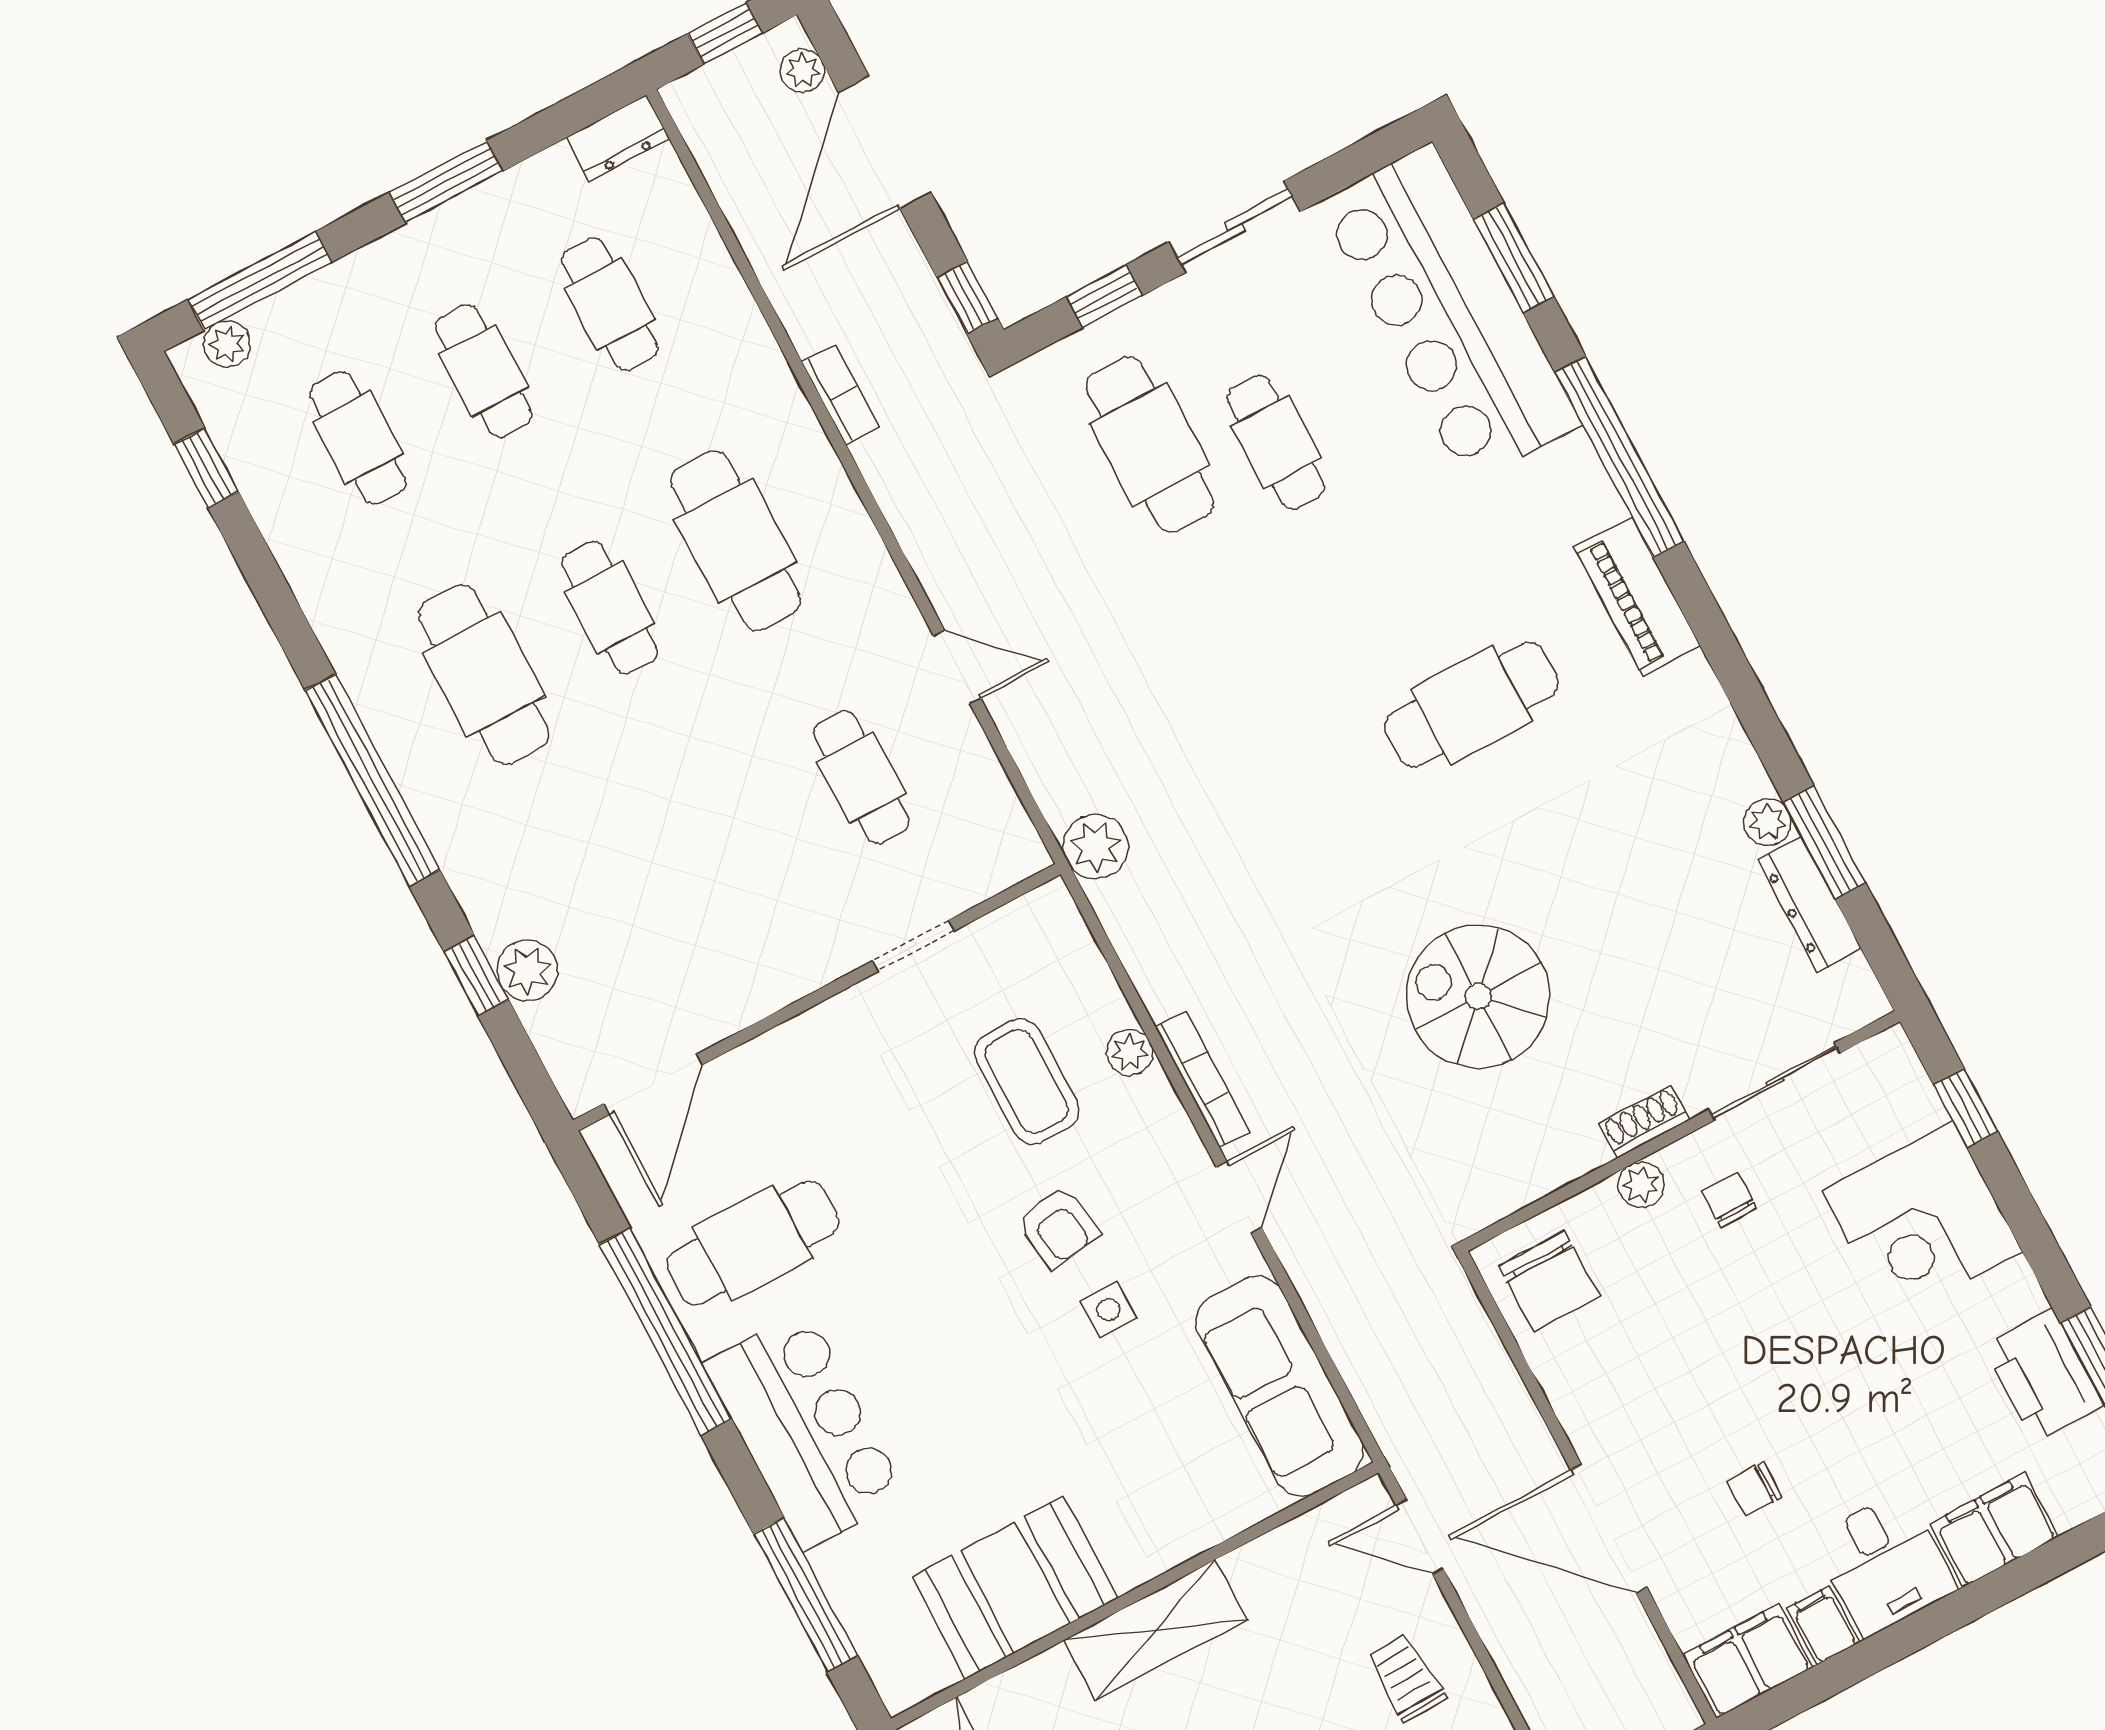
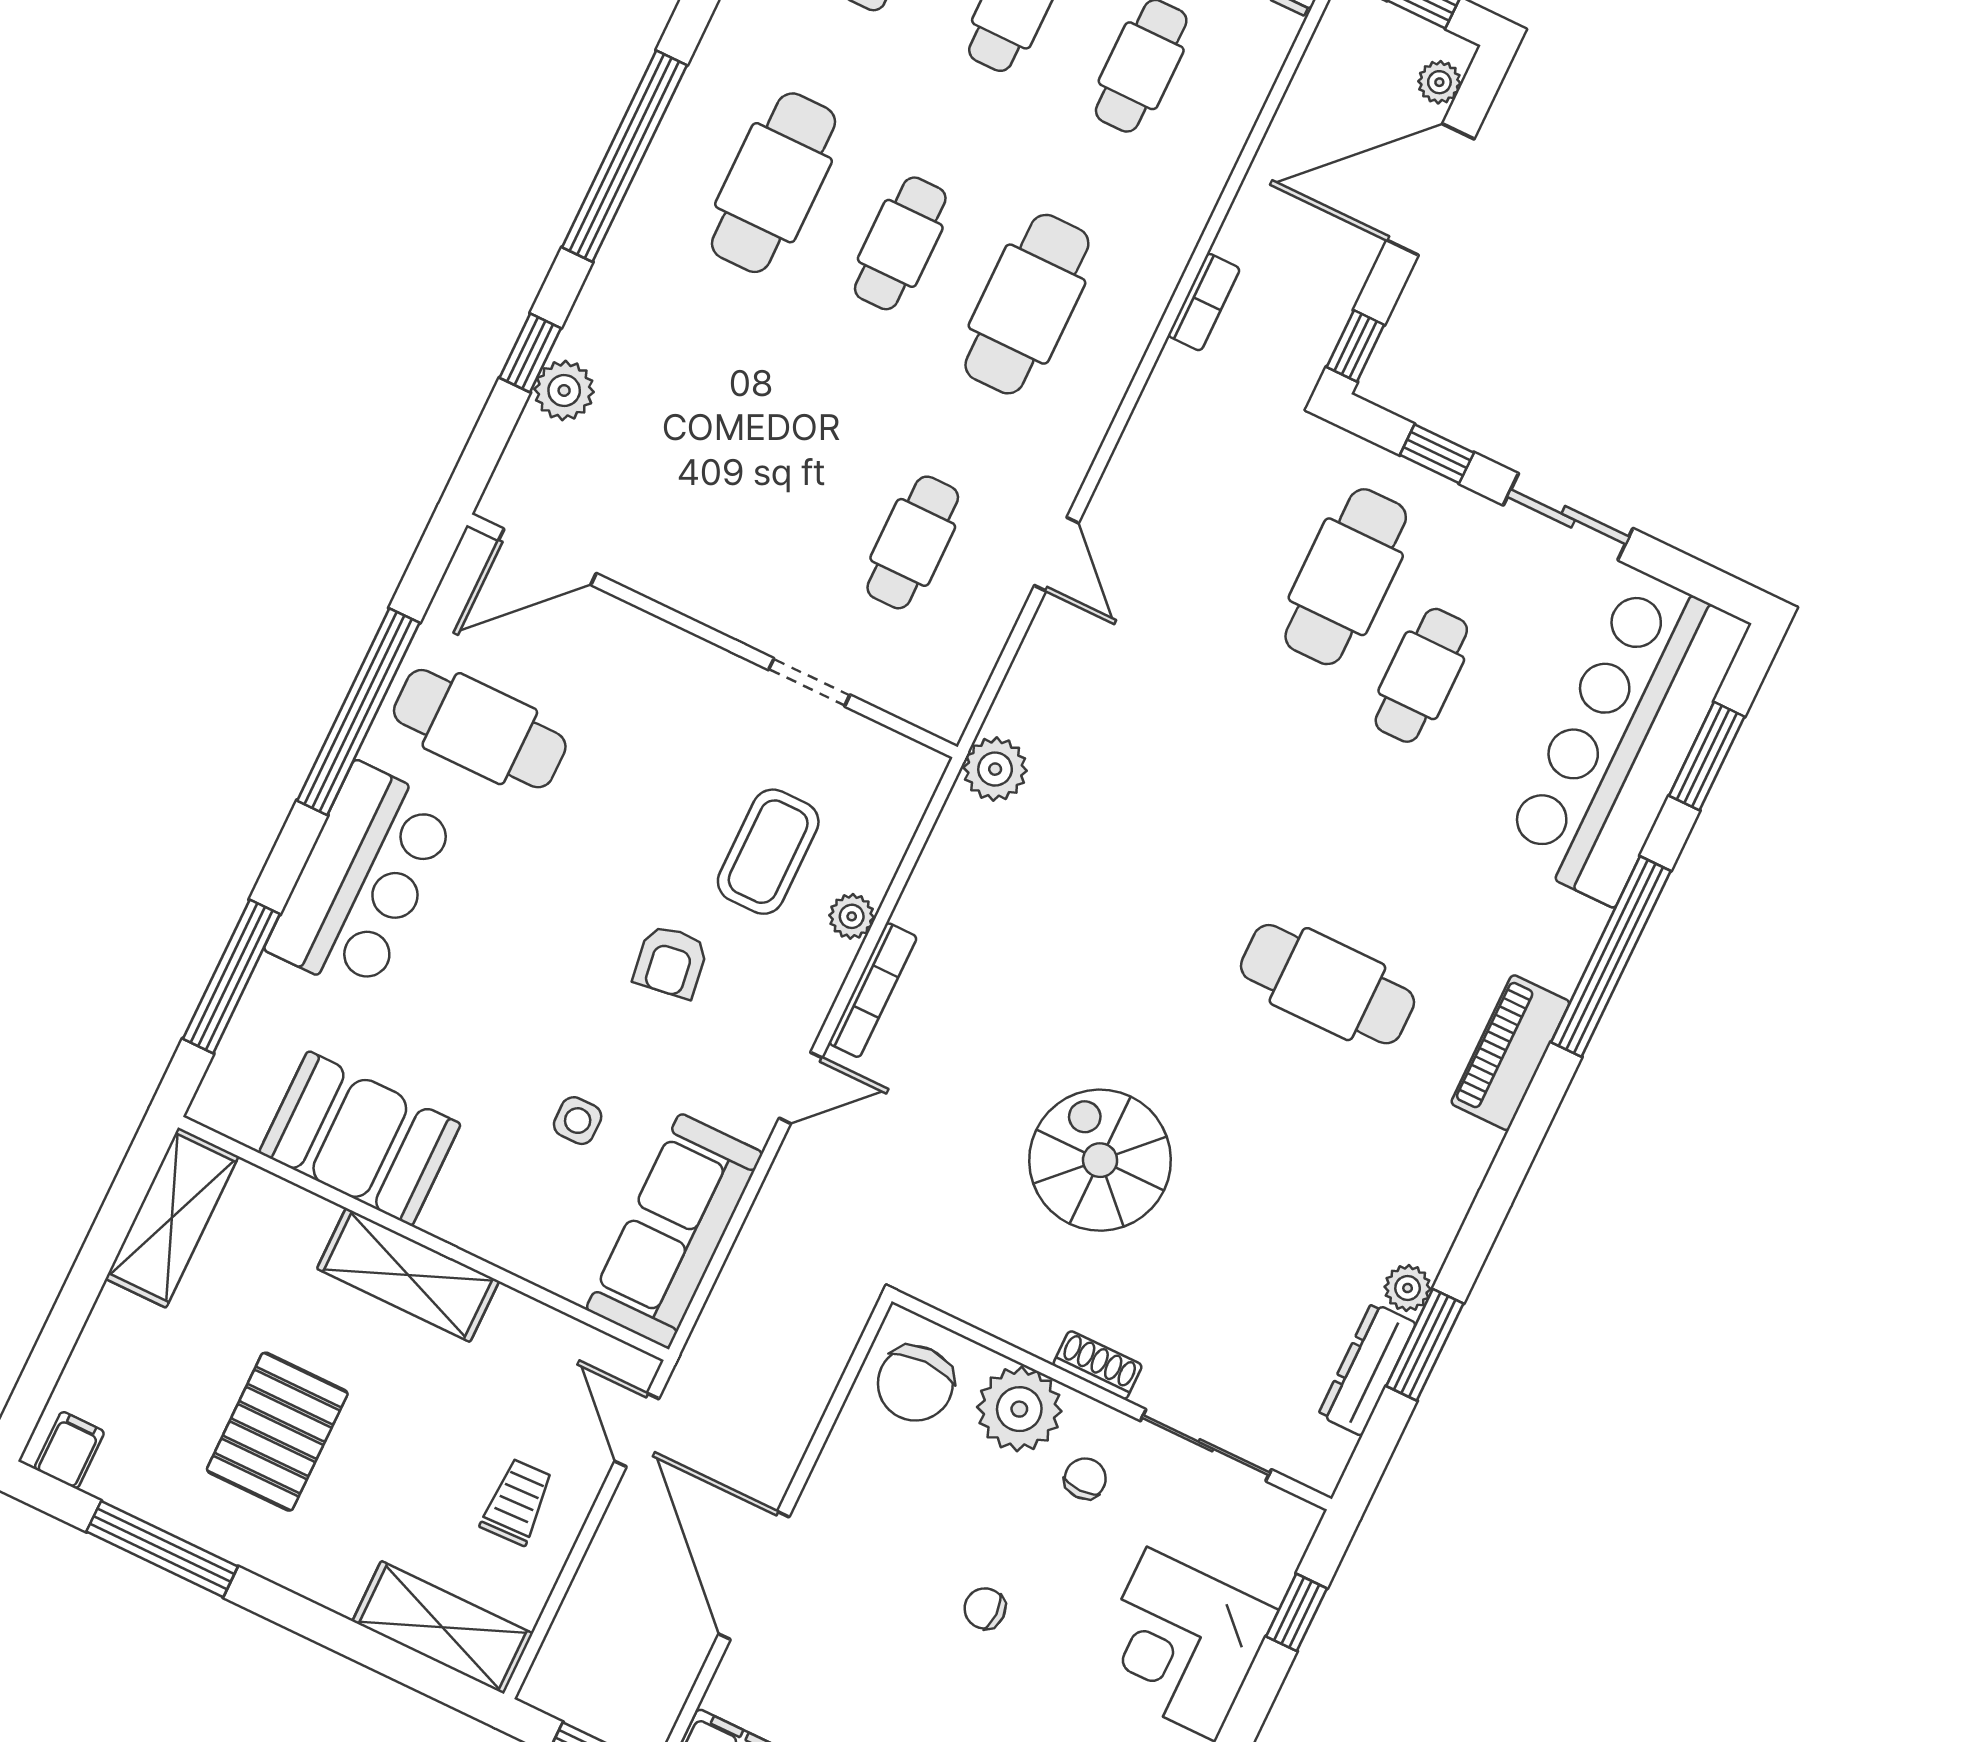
plant: (1641, 1185) -> (1019, 1409), width x1.87, depth x1.87
side table: (1108, 1310) -> (578, 1121), moved
chair: (1754, 1489) -> (985, 1608), moved

